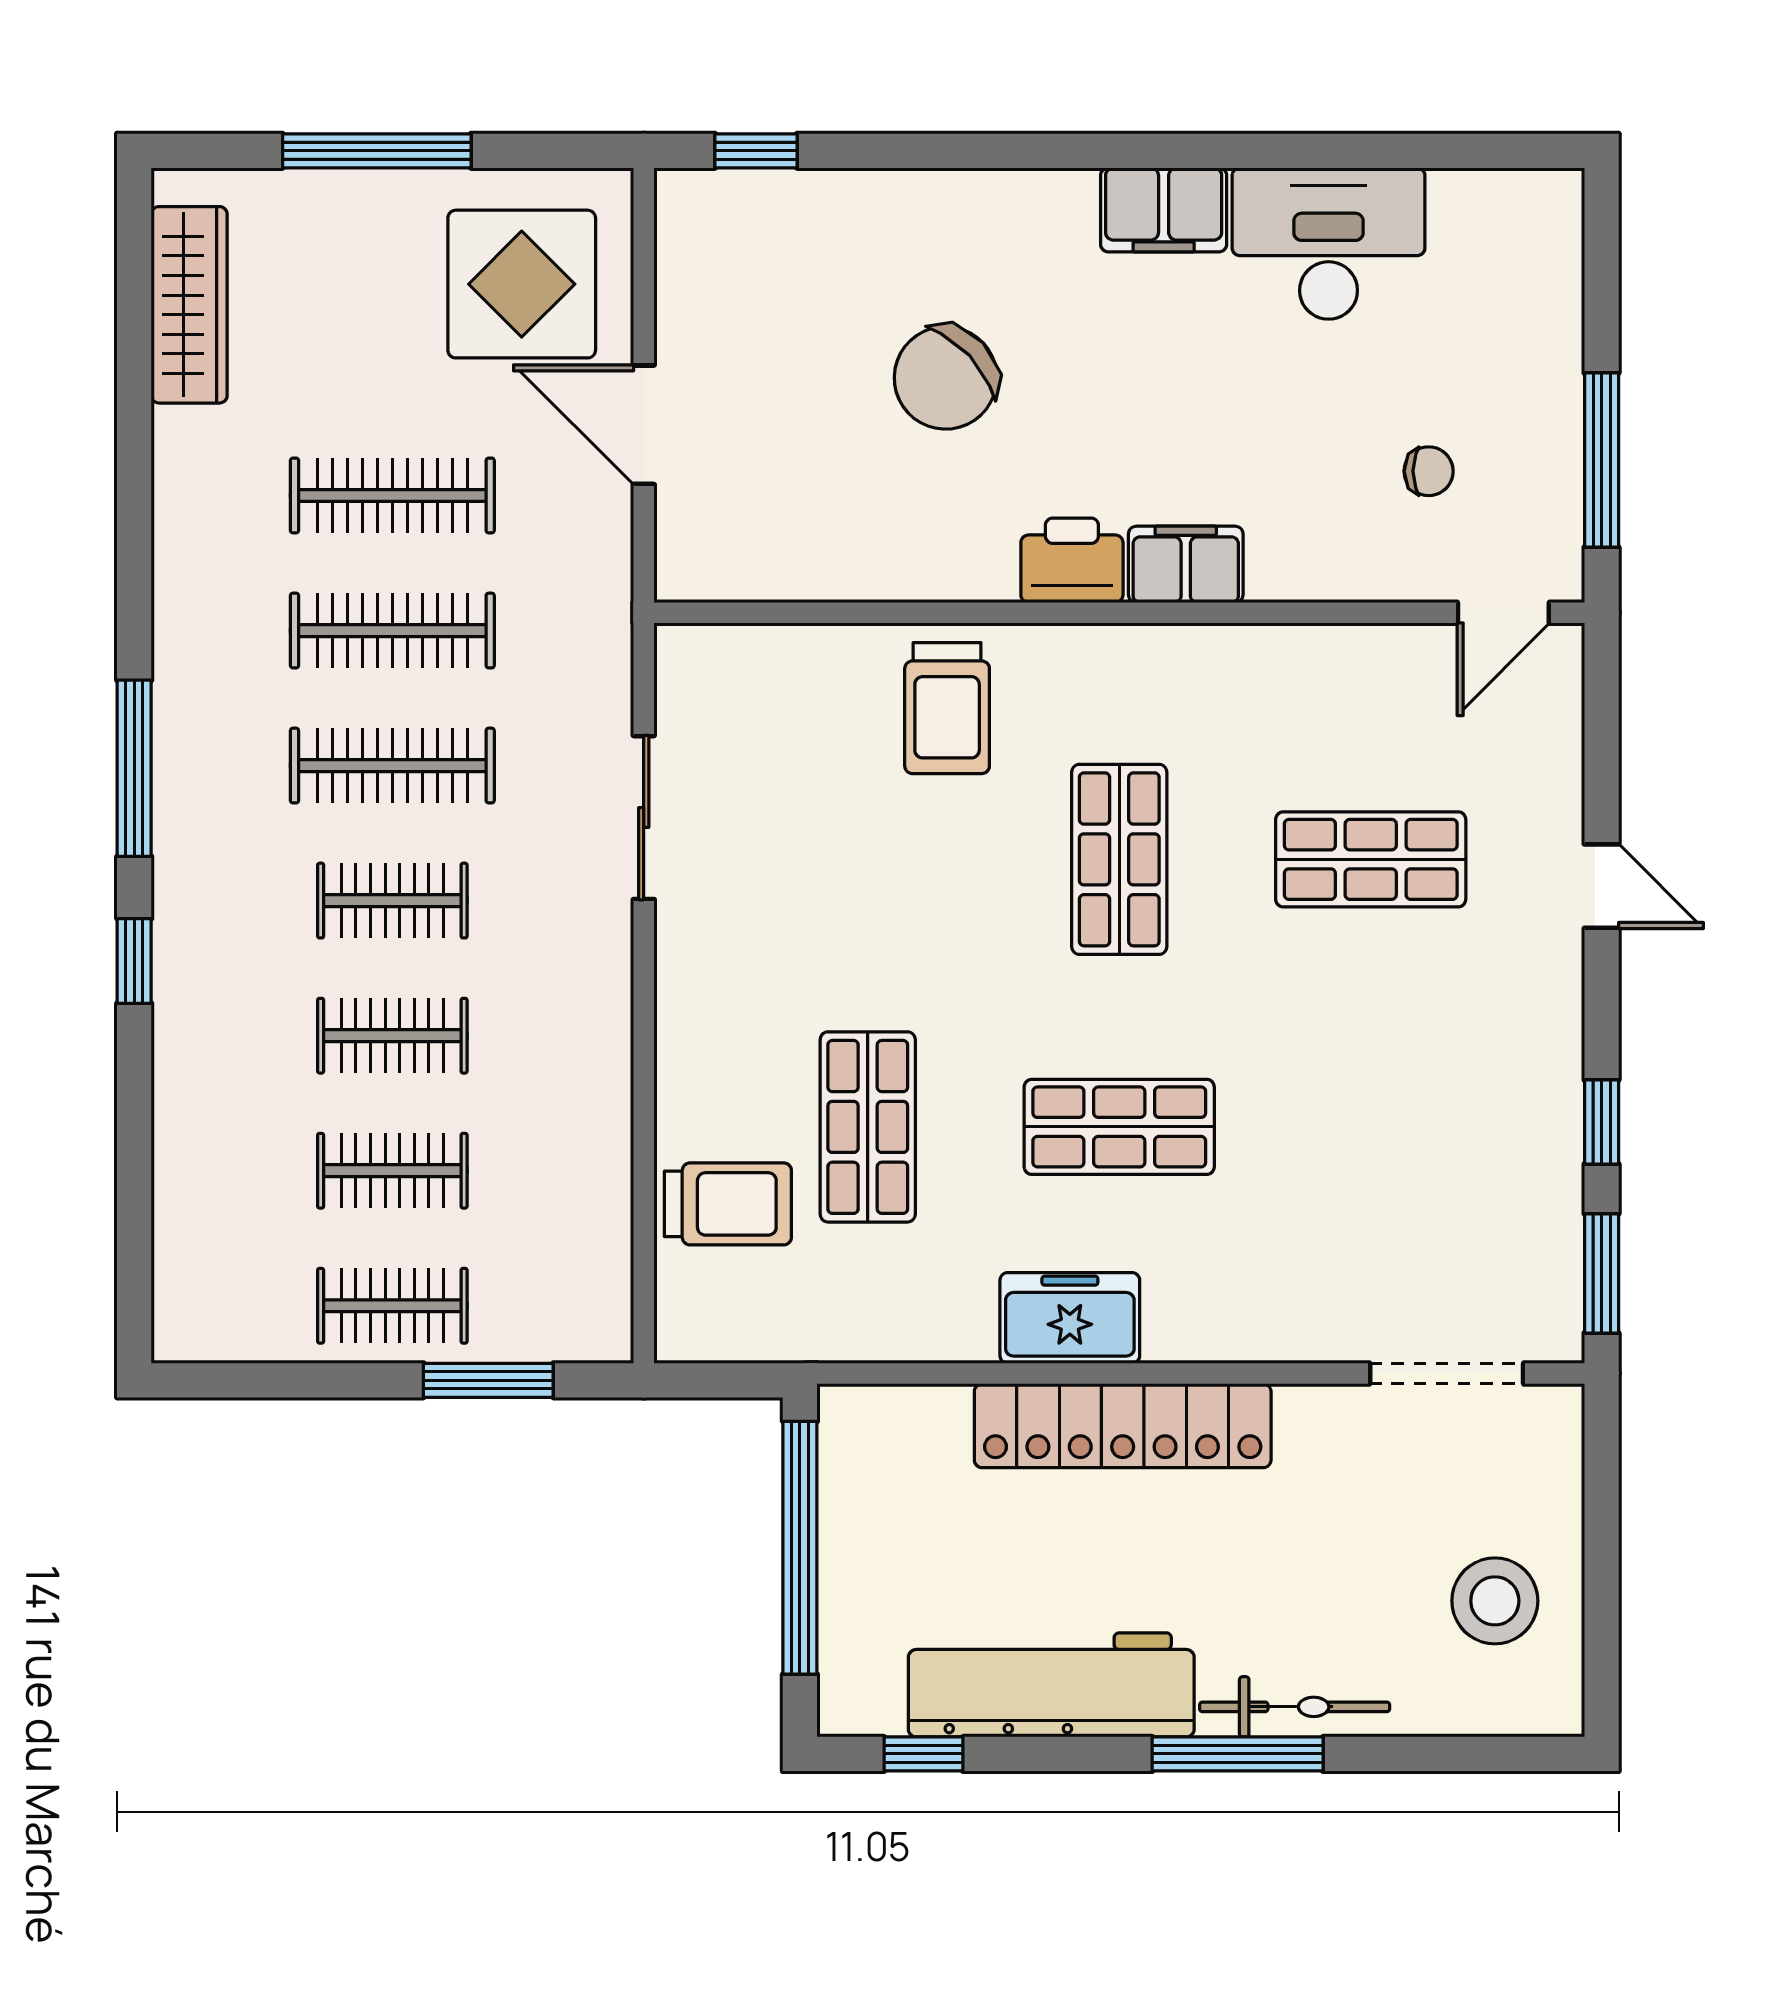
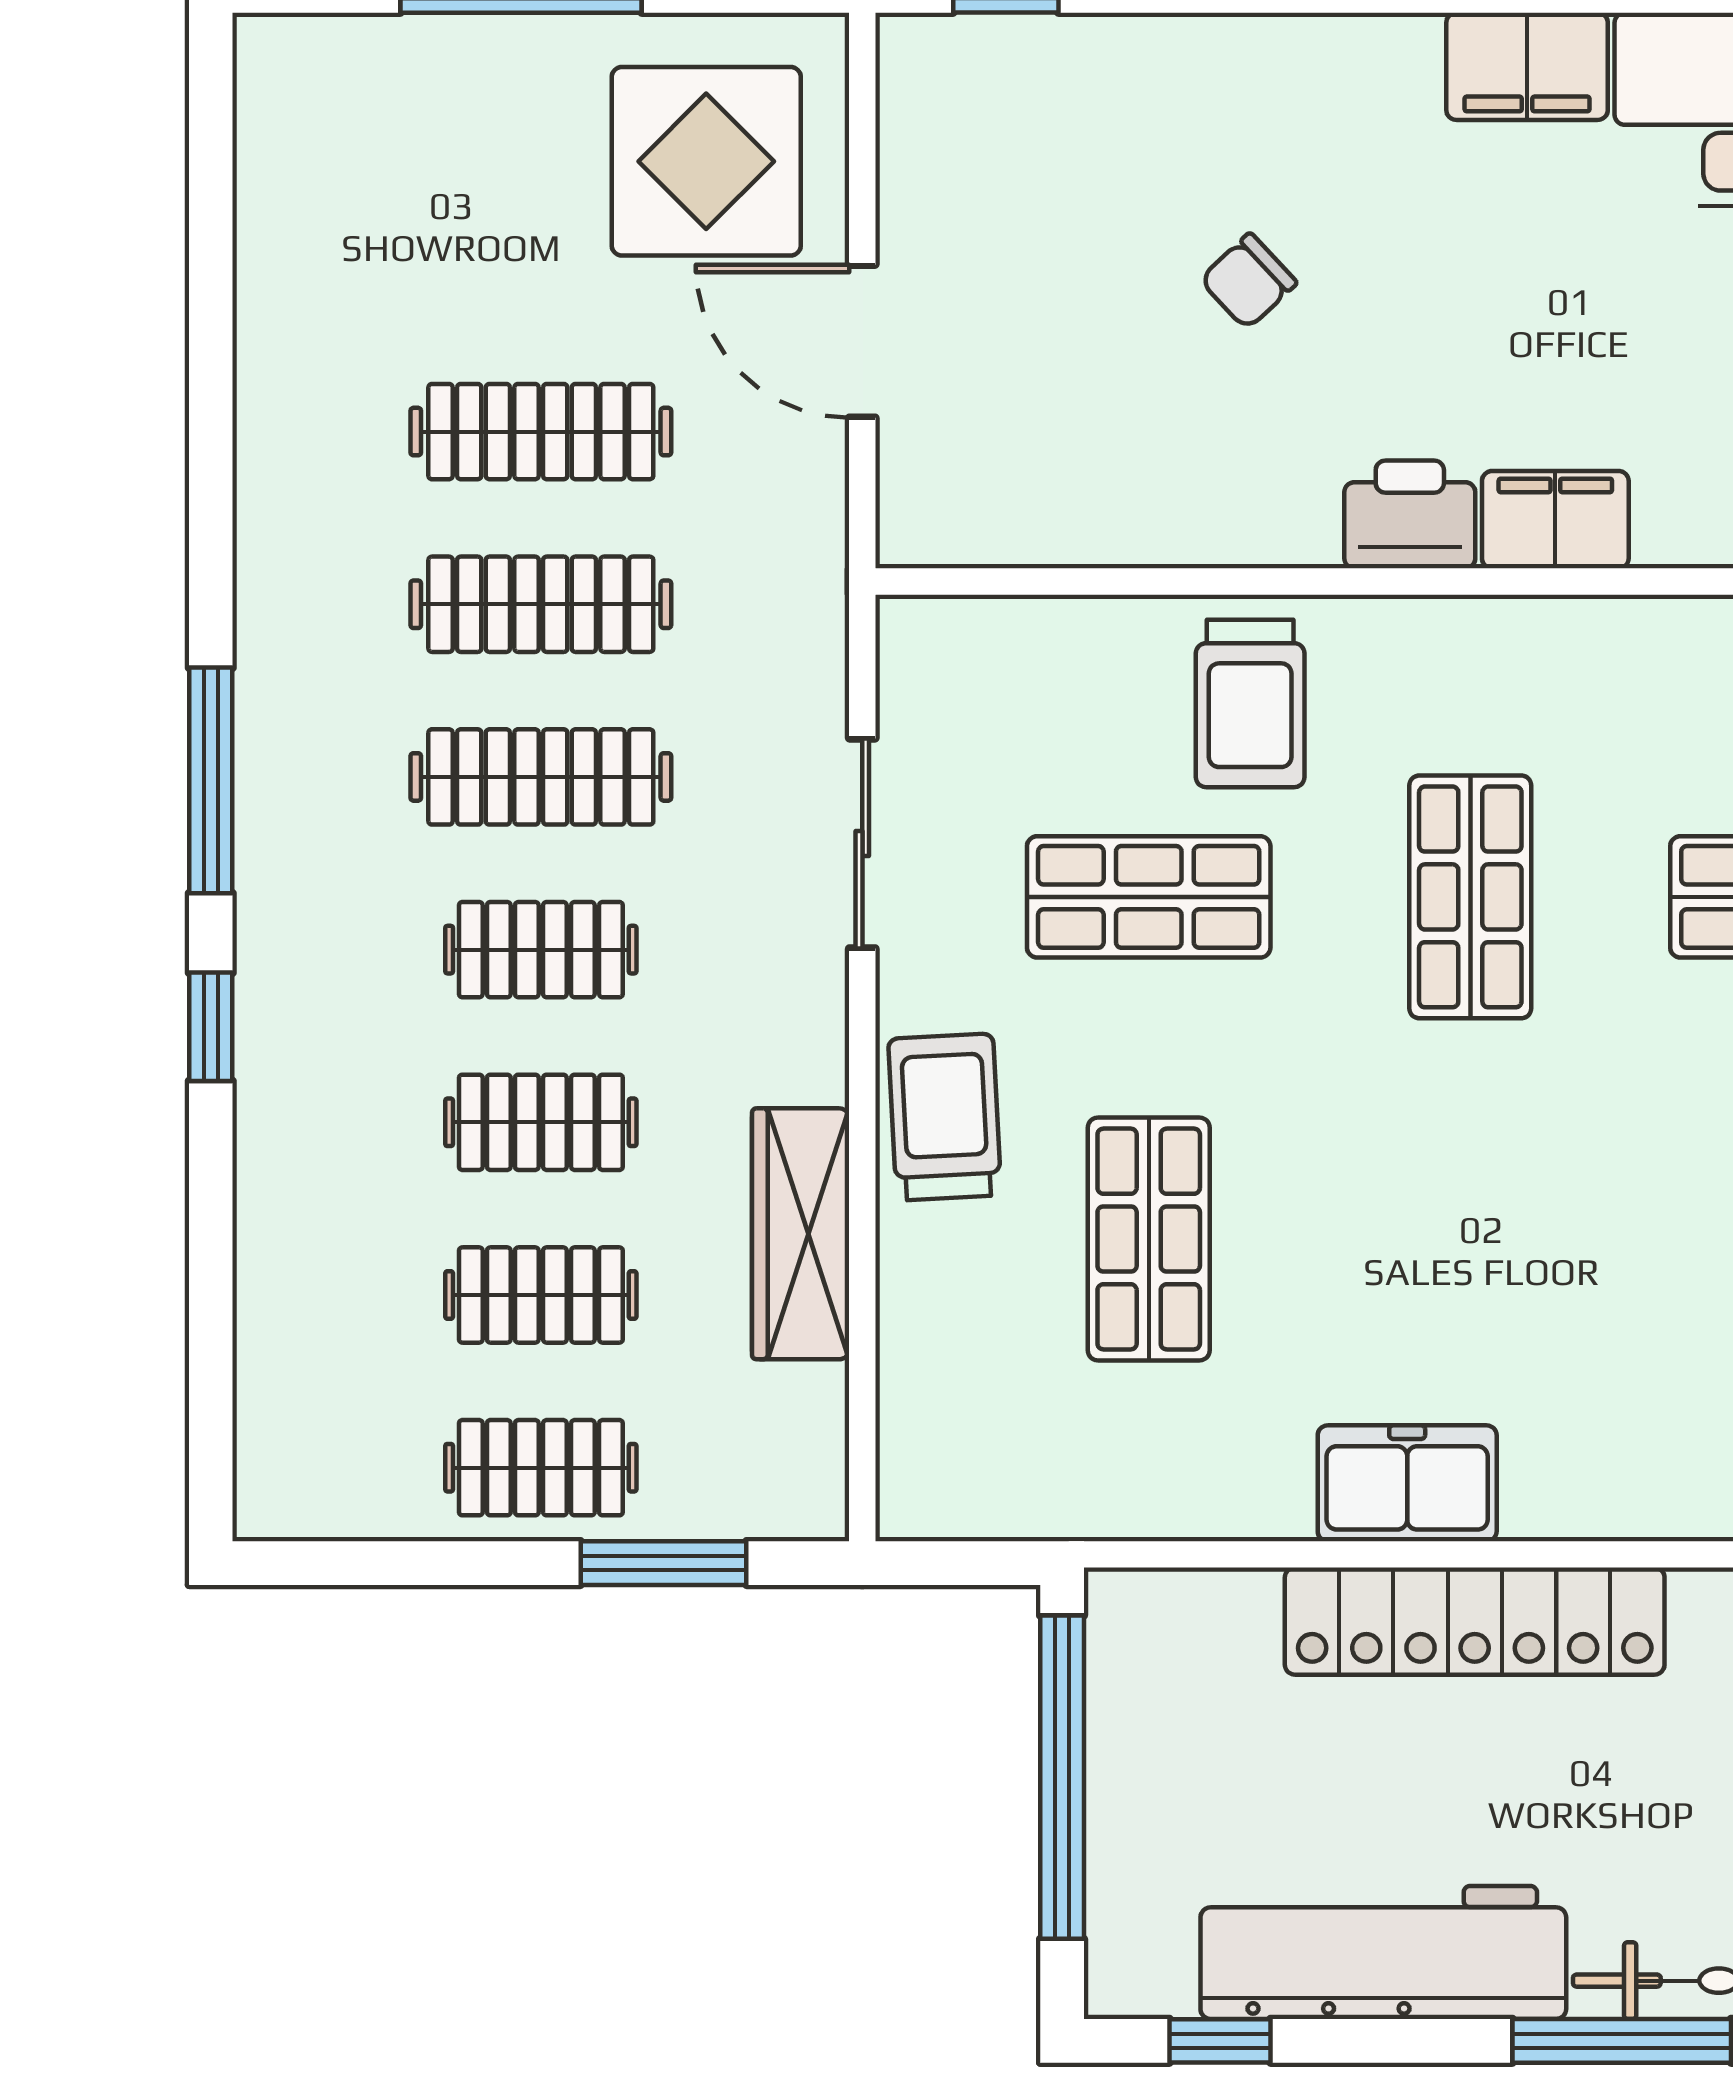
wardrobe: (189, 305) -> (801, 1234), moved, turned 180
chair: (946, 378) -> (1248, 281), width x0.54, depth x0.54
shop shelf: (1119, 1127) -> (1149, 897), moved
trolley: (728, 1204) -> (945, 1117), moved, turned -93

